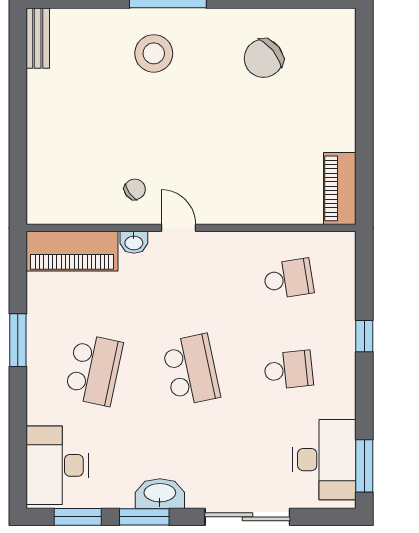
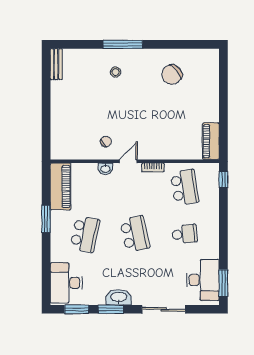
stool: (154, 53) -> (116, 72), width x0.53, depth x0.53
door: (178, 228) -> (128, 161), hinge flipped
bookcase: (227, 240) -> (153, 167), added
piano: (72, 251) -> (60, 186), moved, turned -90
school desk: (288, 279) -> (185, 187), width x1.85
window: (364, 336) -> (223, 179), moved

